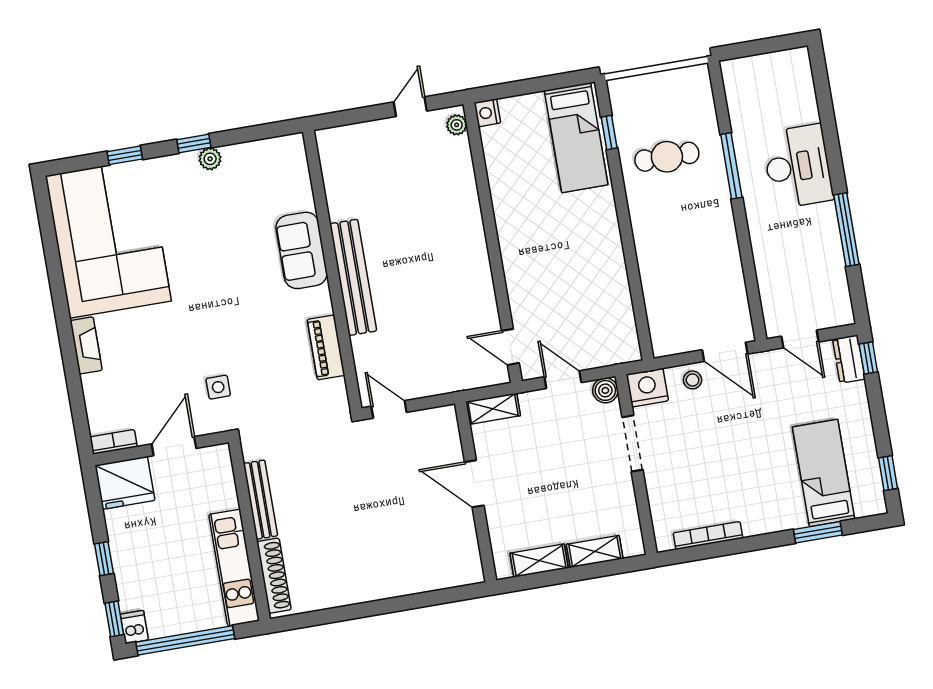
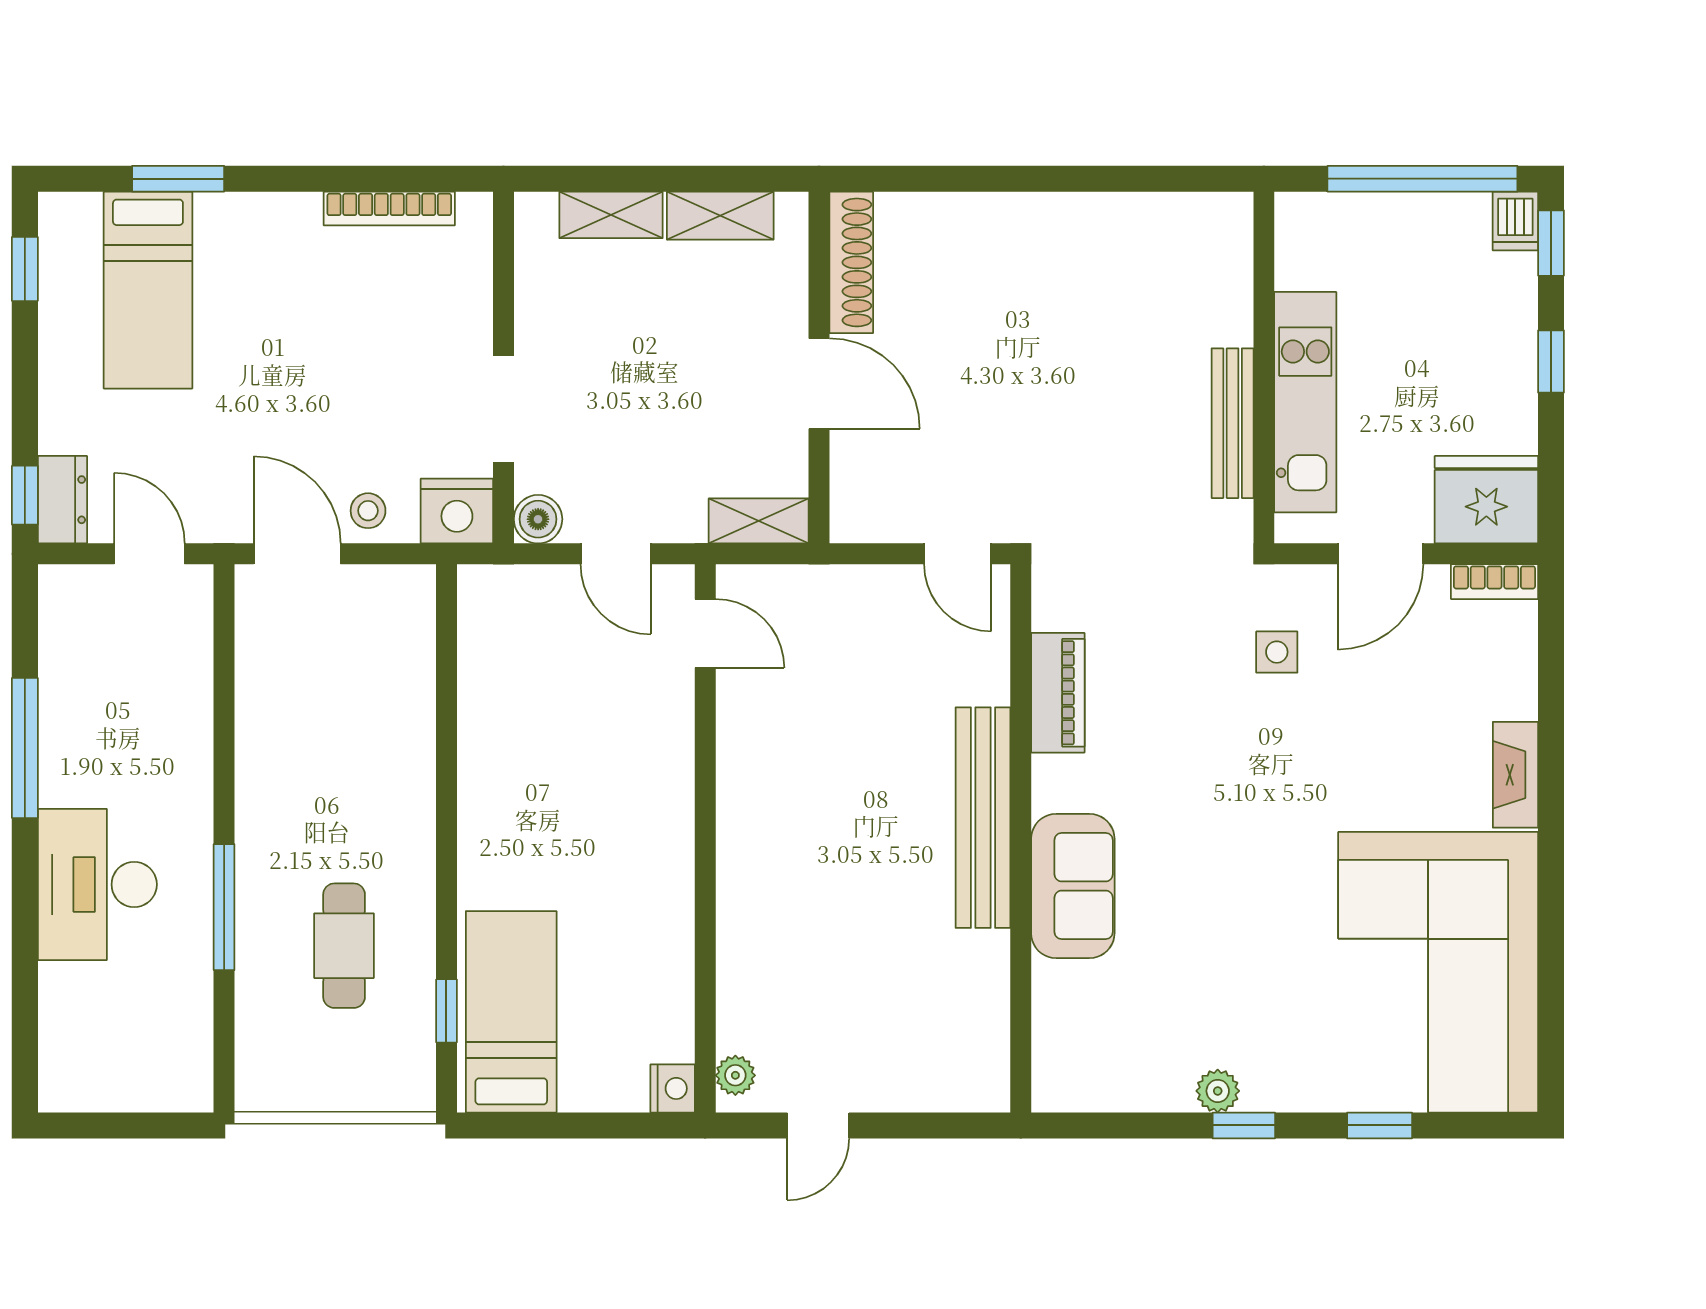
cafe table: (667, 157) -> (344, 946), turned 90
kitchen unit: (234, 568) -> (1305, 402), moved
shoe rack: (274, 576) -> (851, 262), moved, turned 180

